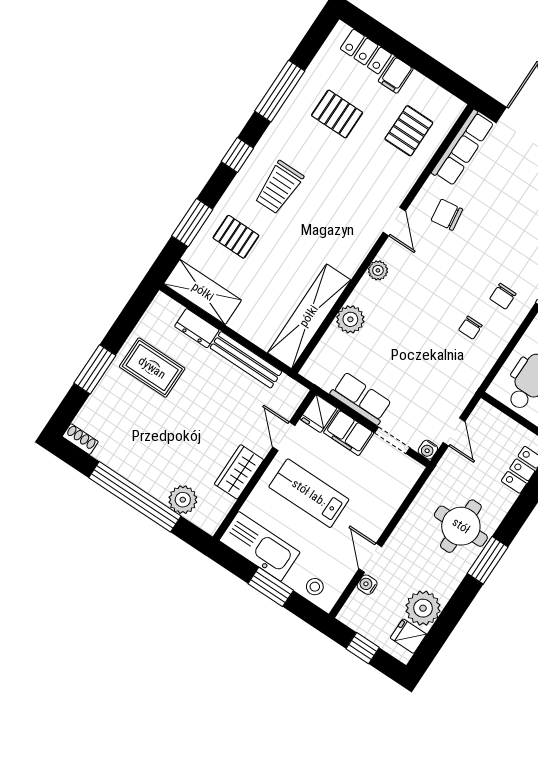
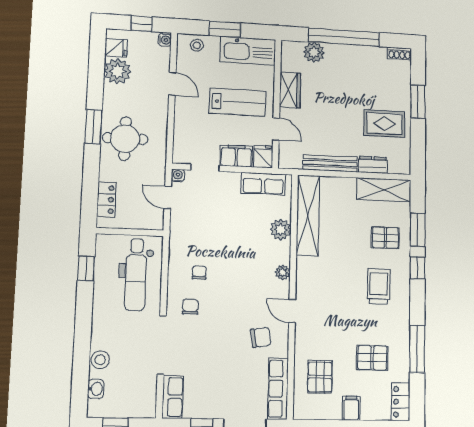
locker: (366, 52) -> (401, 402), moved, turned -90
window: (237, 155) -> (417, 268), moved
row of seats: (361, 398) -> (263, 184), moved
water cooler: (367, 585) -> (165, 40), moved

